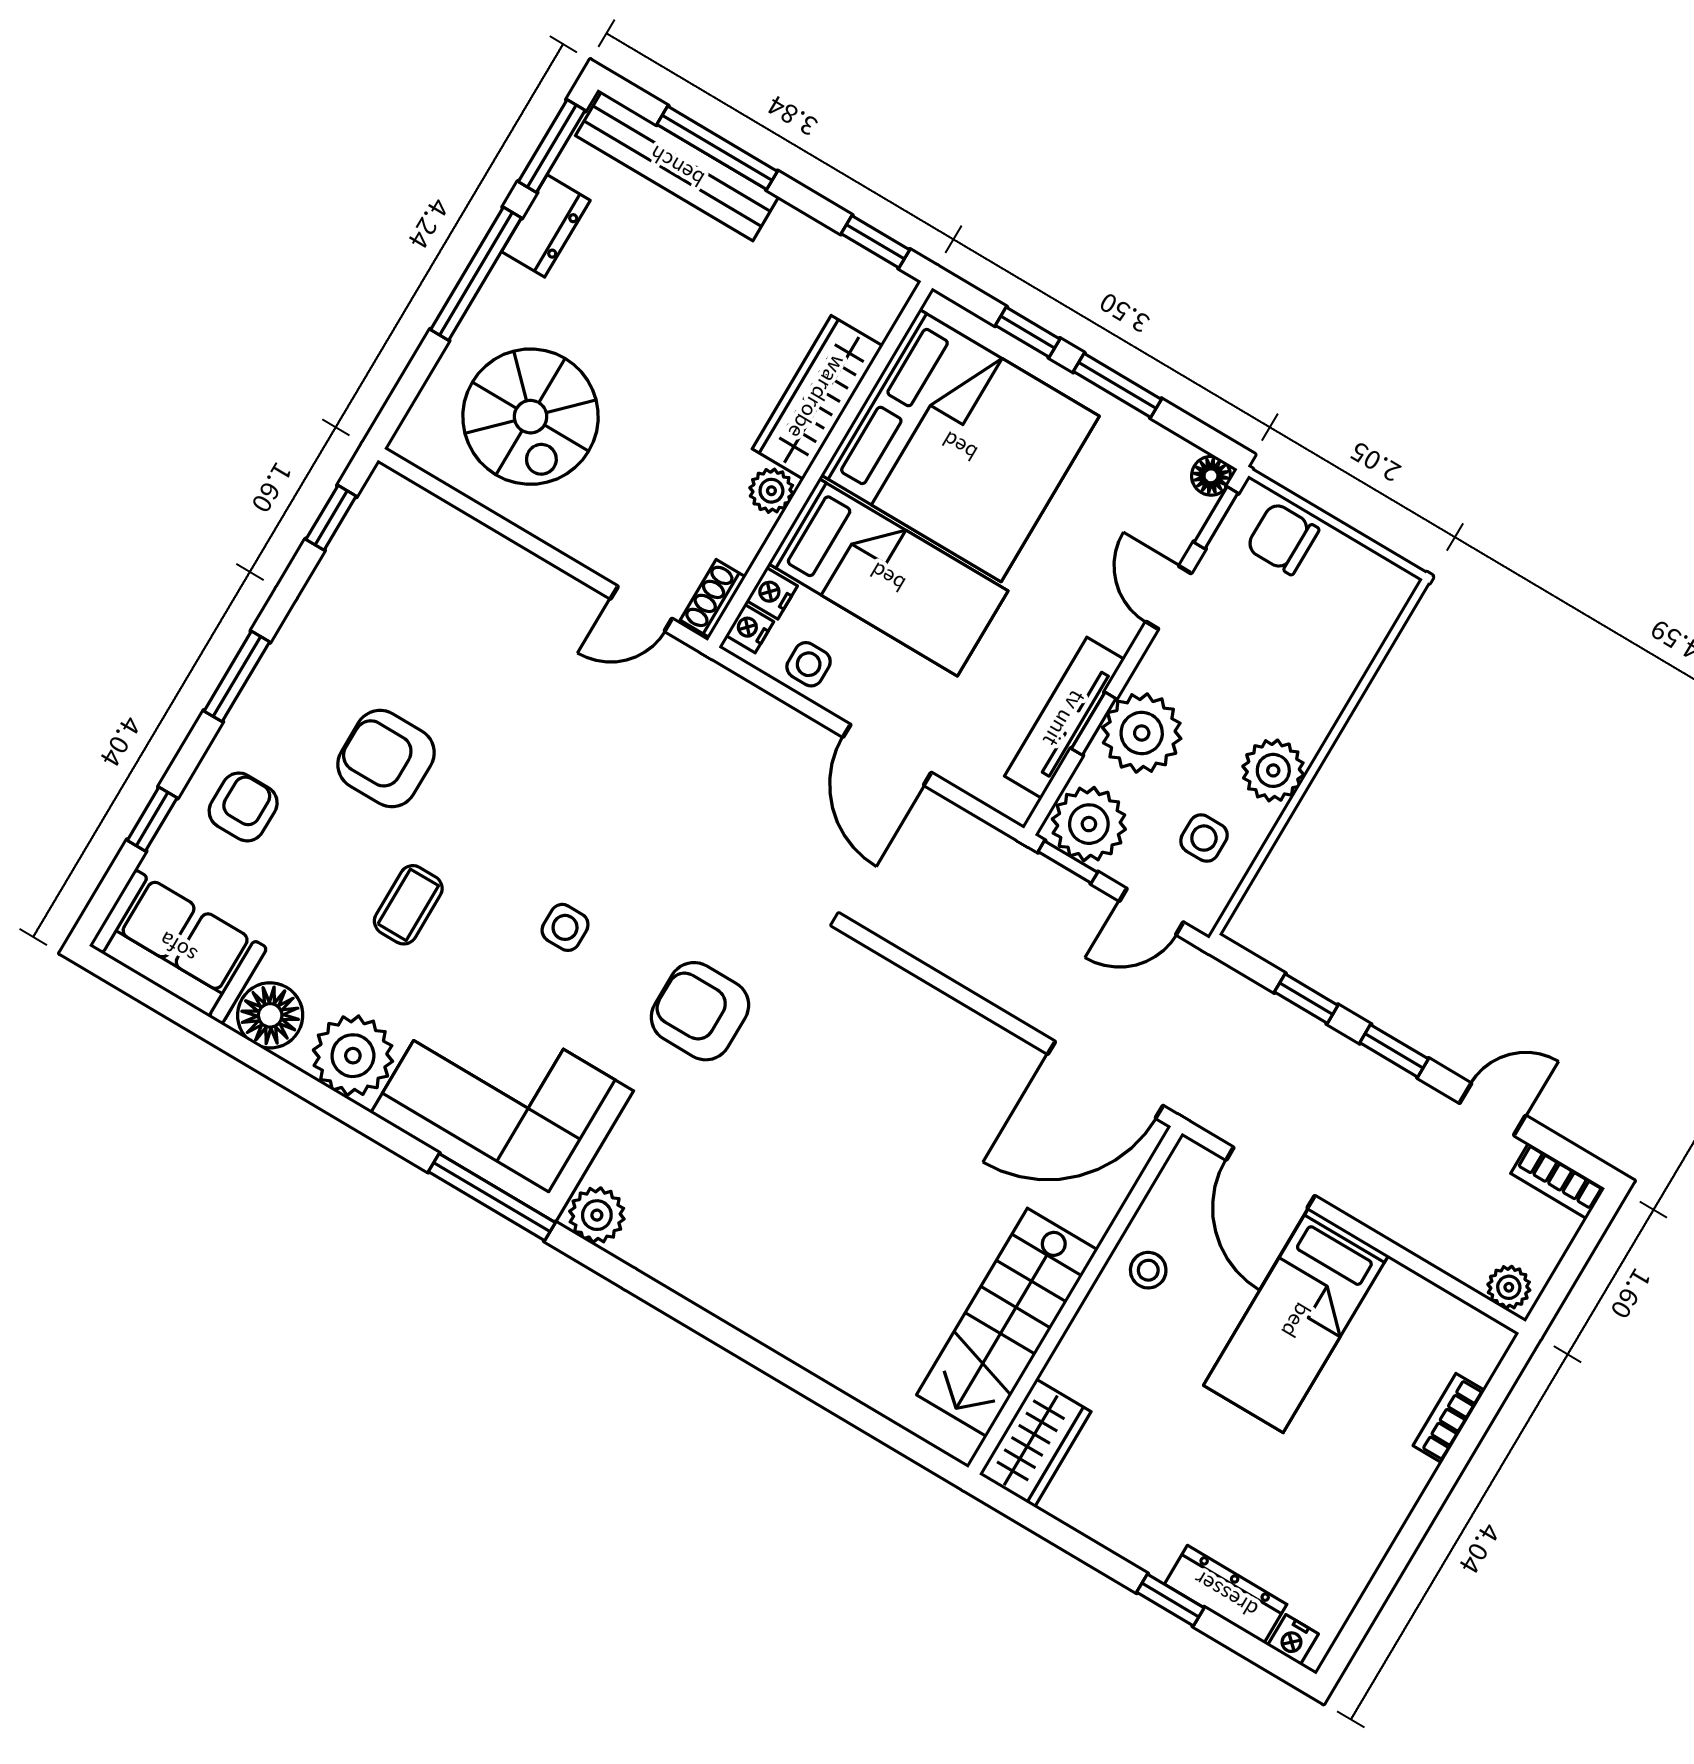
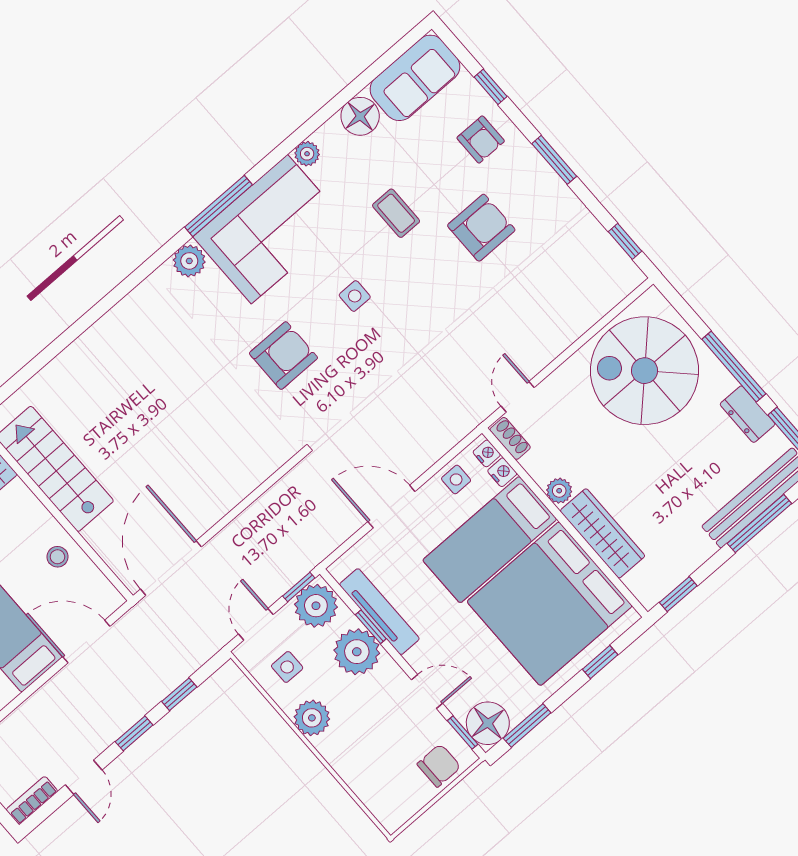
window: (1117, 385) -> (527, 725), moved
spiral stairs: (531, 417) -> (645, 371), width x1.37, depth x1.37
floor lamp: (1211, 476) -> (488, 723), width x1.89, depth x1.89
plant: (353, 1056) -> (307, 154), width x0.53, depth x0.53

